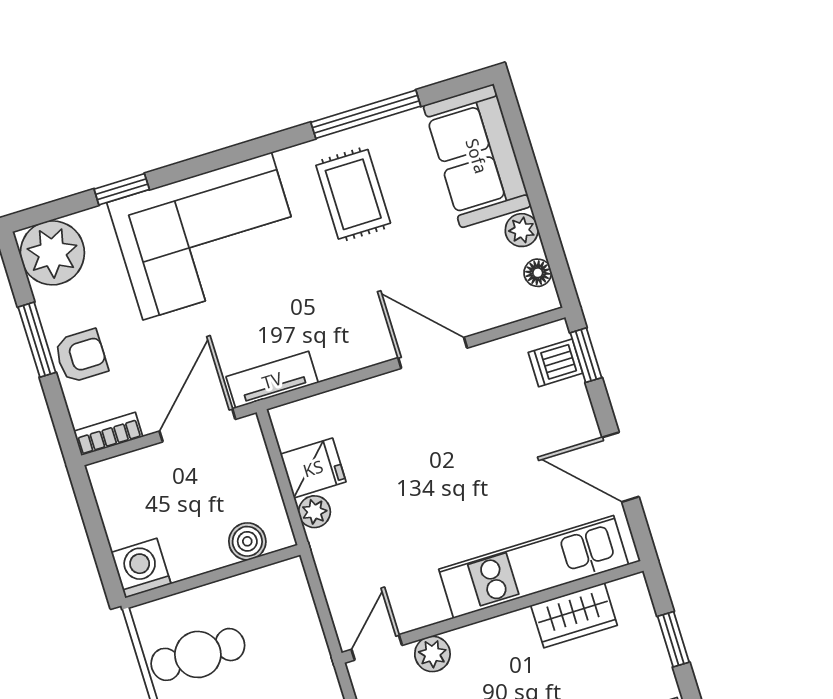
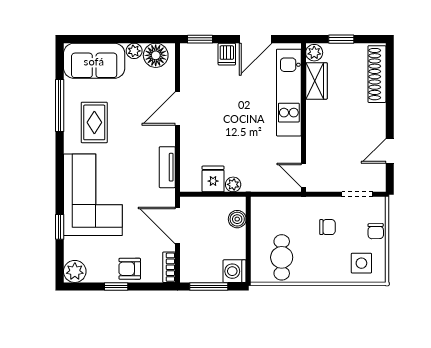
rug: (353, 194) -> (94, 122), turned 90
plant: (52, 253) -> (75, 271), width x0.73, depth x0.73
floor lamp: (538, 273) -> (156, 55), width x1.89, depth x1.89
window: (37, 340) -> (116, 287), width x0.67
armchair: (81, 356) -> (130, 269), turned -90
dishwasher: (555, 363) -> (227, 54), moved
tv unit: (272, 380) -> (167, 167), moved
window: (94, 526) -> (209, 287), added
plant: (432, 654) -> (314, 53), moved

